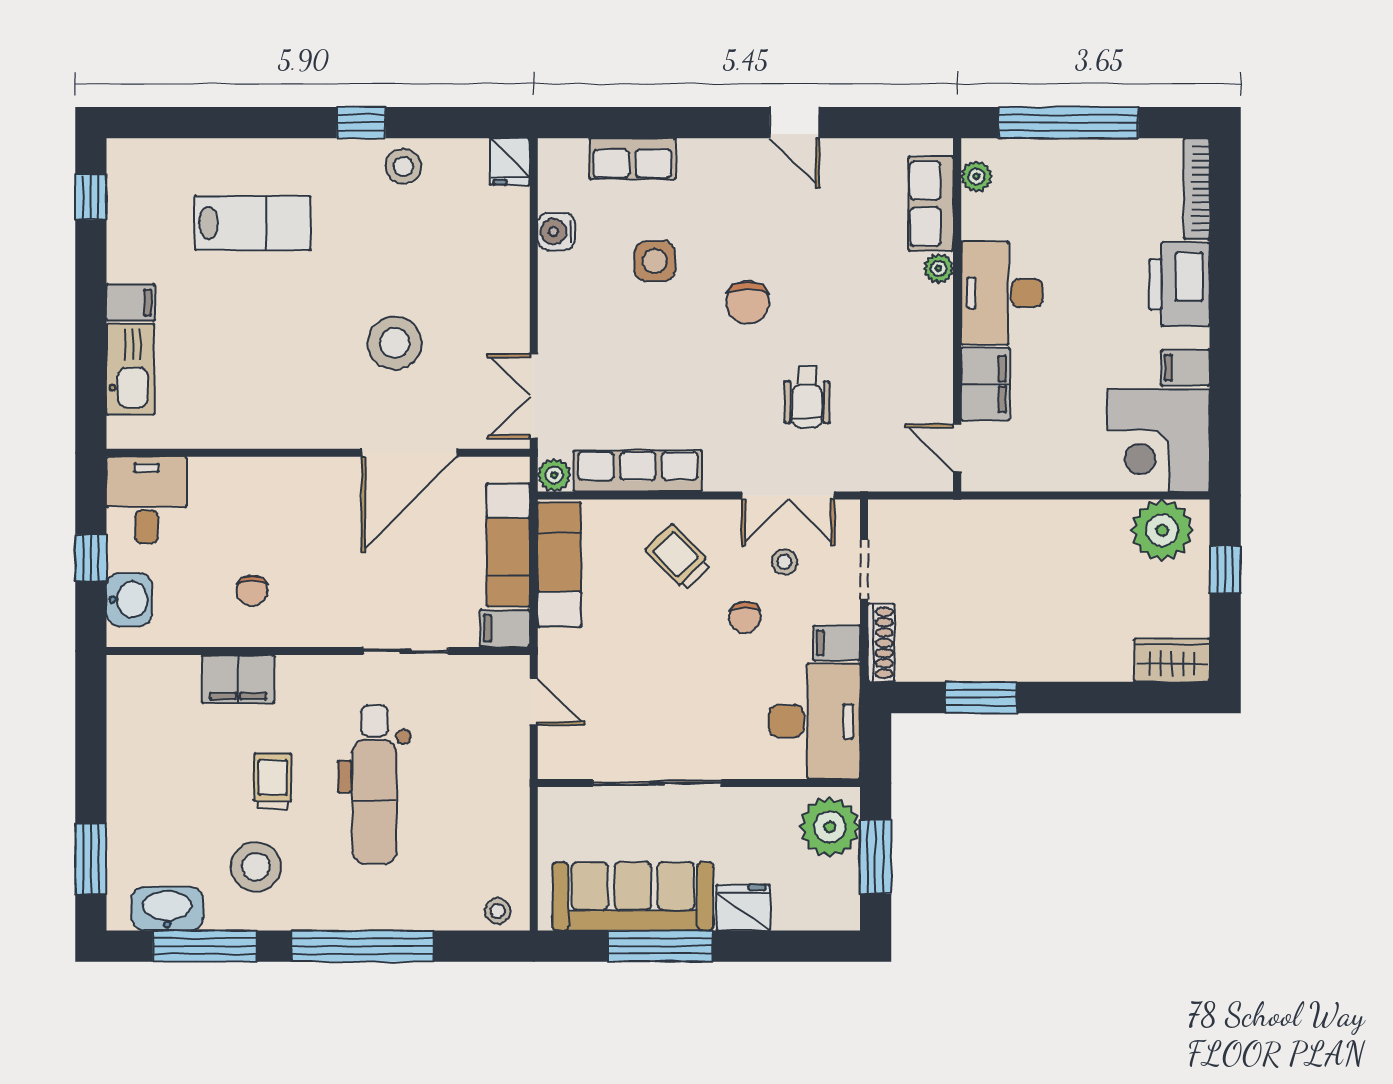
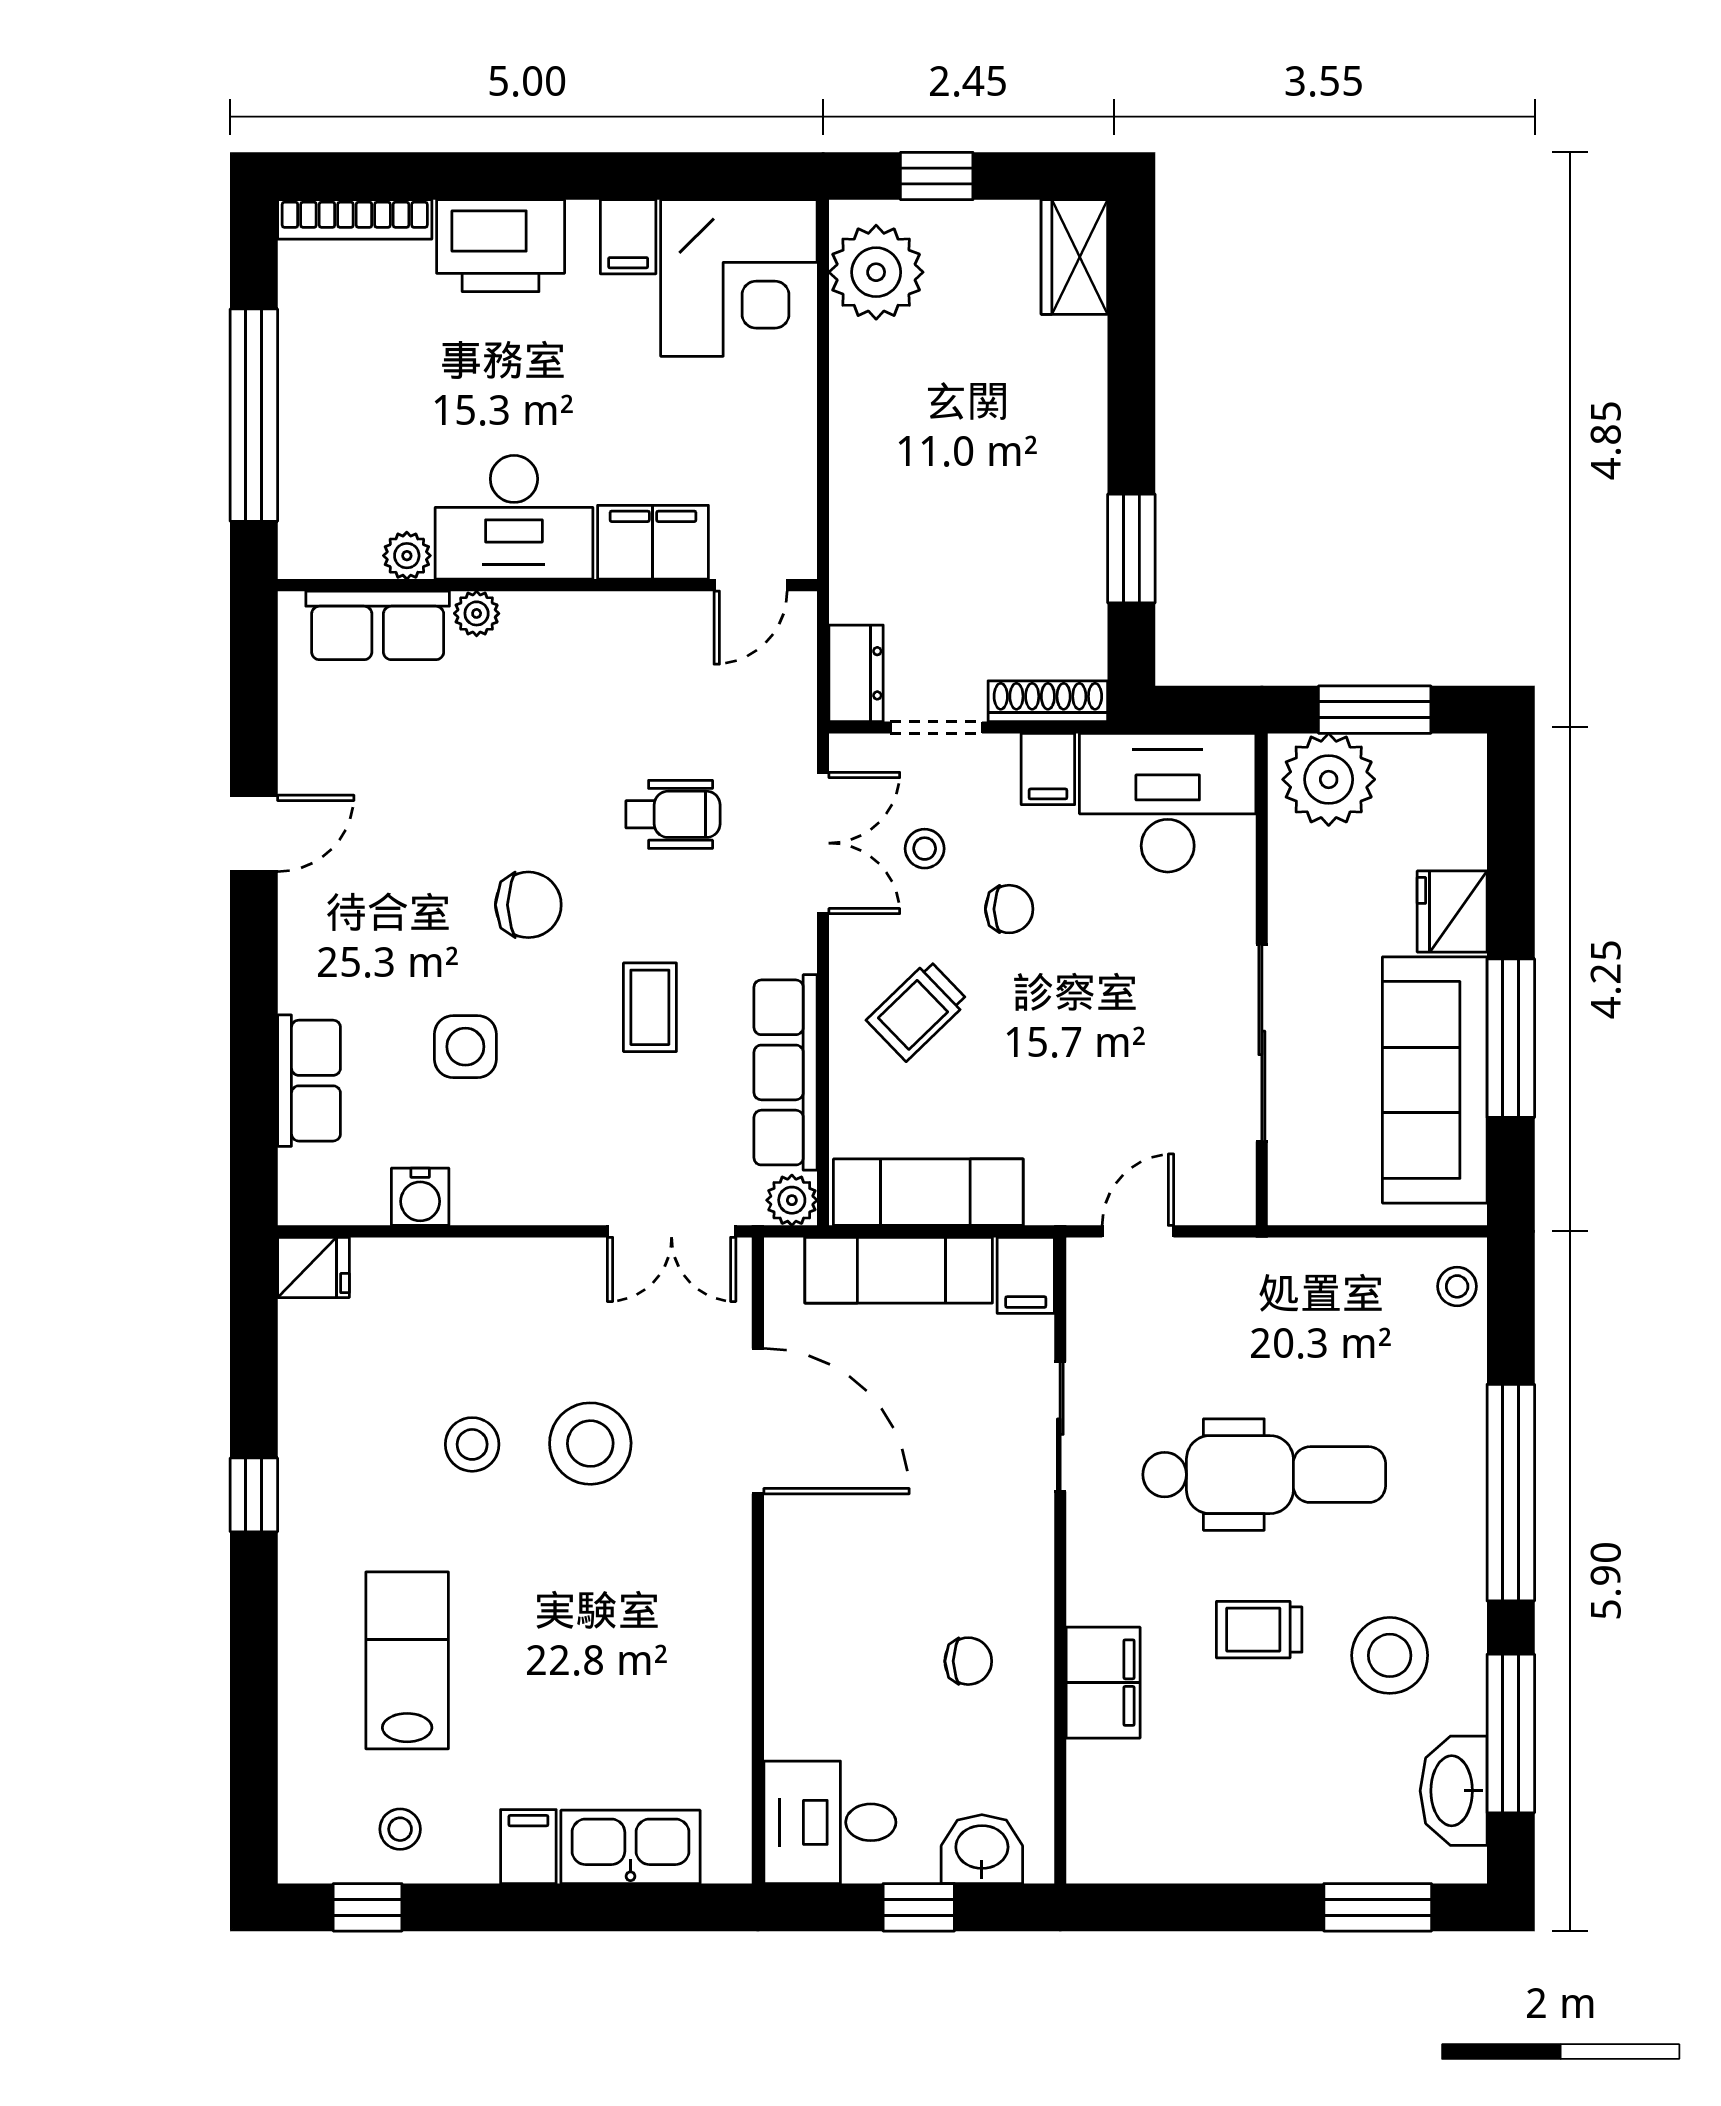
stool: (403, 166) -> (472, 1444), moved
plant: (976, 176) -> (407, 556), moved
stool: (142, 218) -> (400, 1829), added
coffee table: (681, 382) -> (650, 1007), added
dresser: (899, 517) -> (856, 673), added

